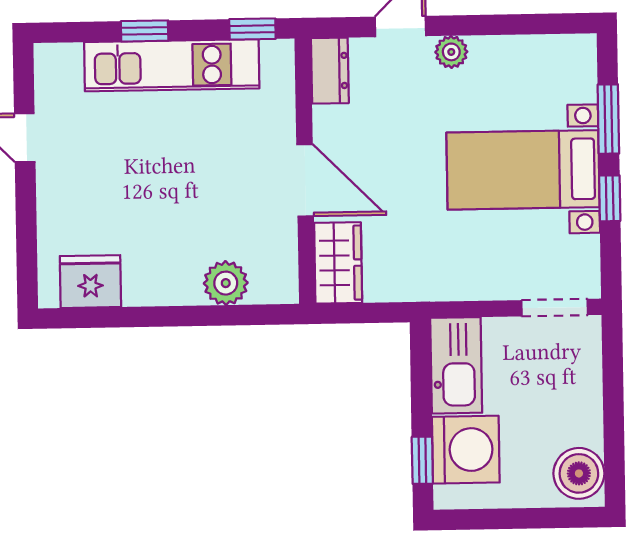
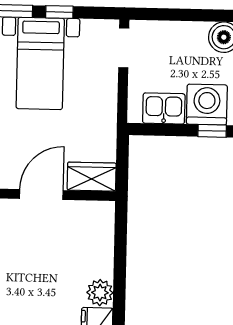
plant: (226, 283) -> (100, 293), moved
kitchen sink: (456, 365) -> (164, 108), width x0.73

